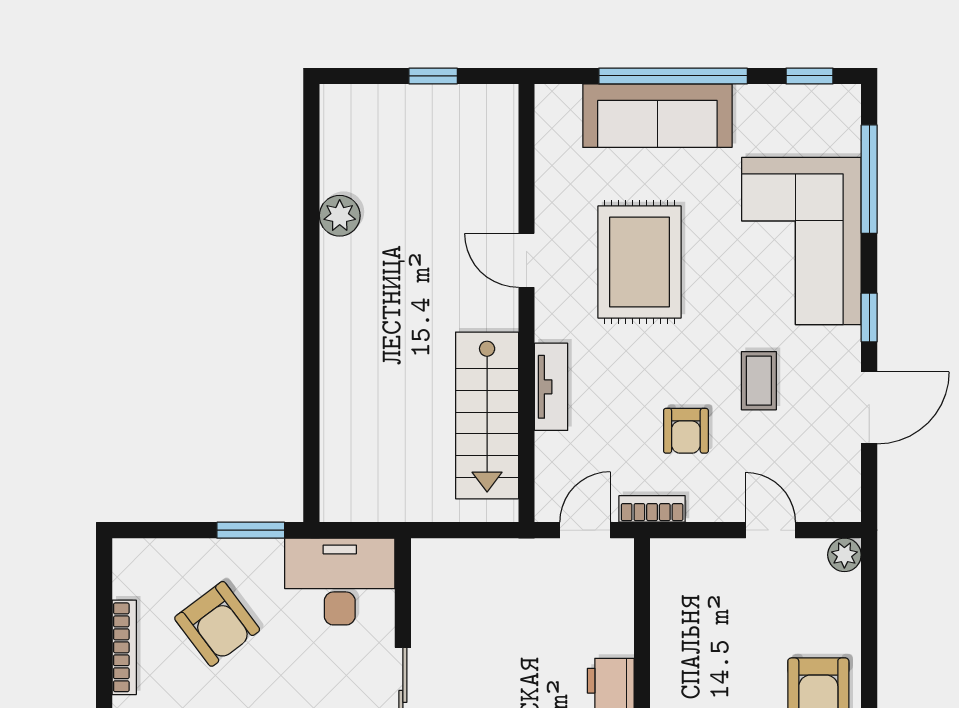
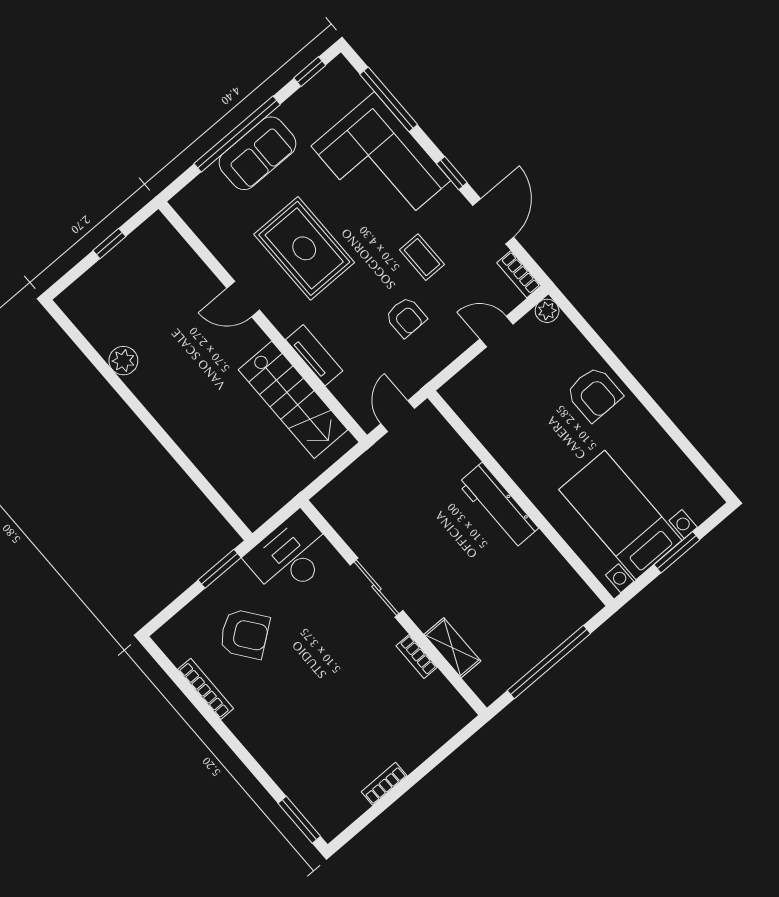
sofa: (657, 116) -> (257, 153), width x0.73
bookcase: (652, 509) -> (519, 274), moved, turned -90

